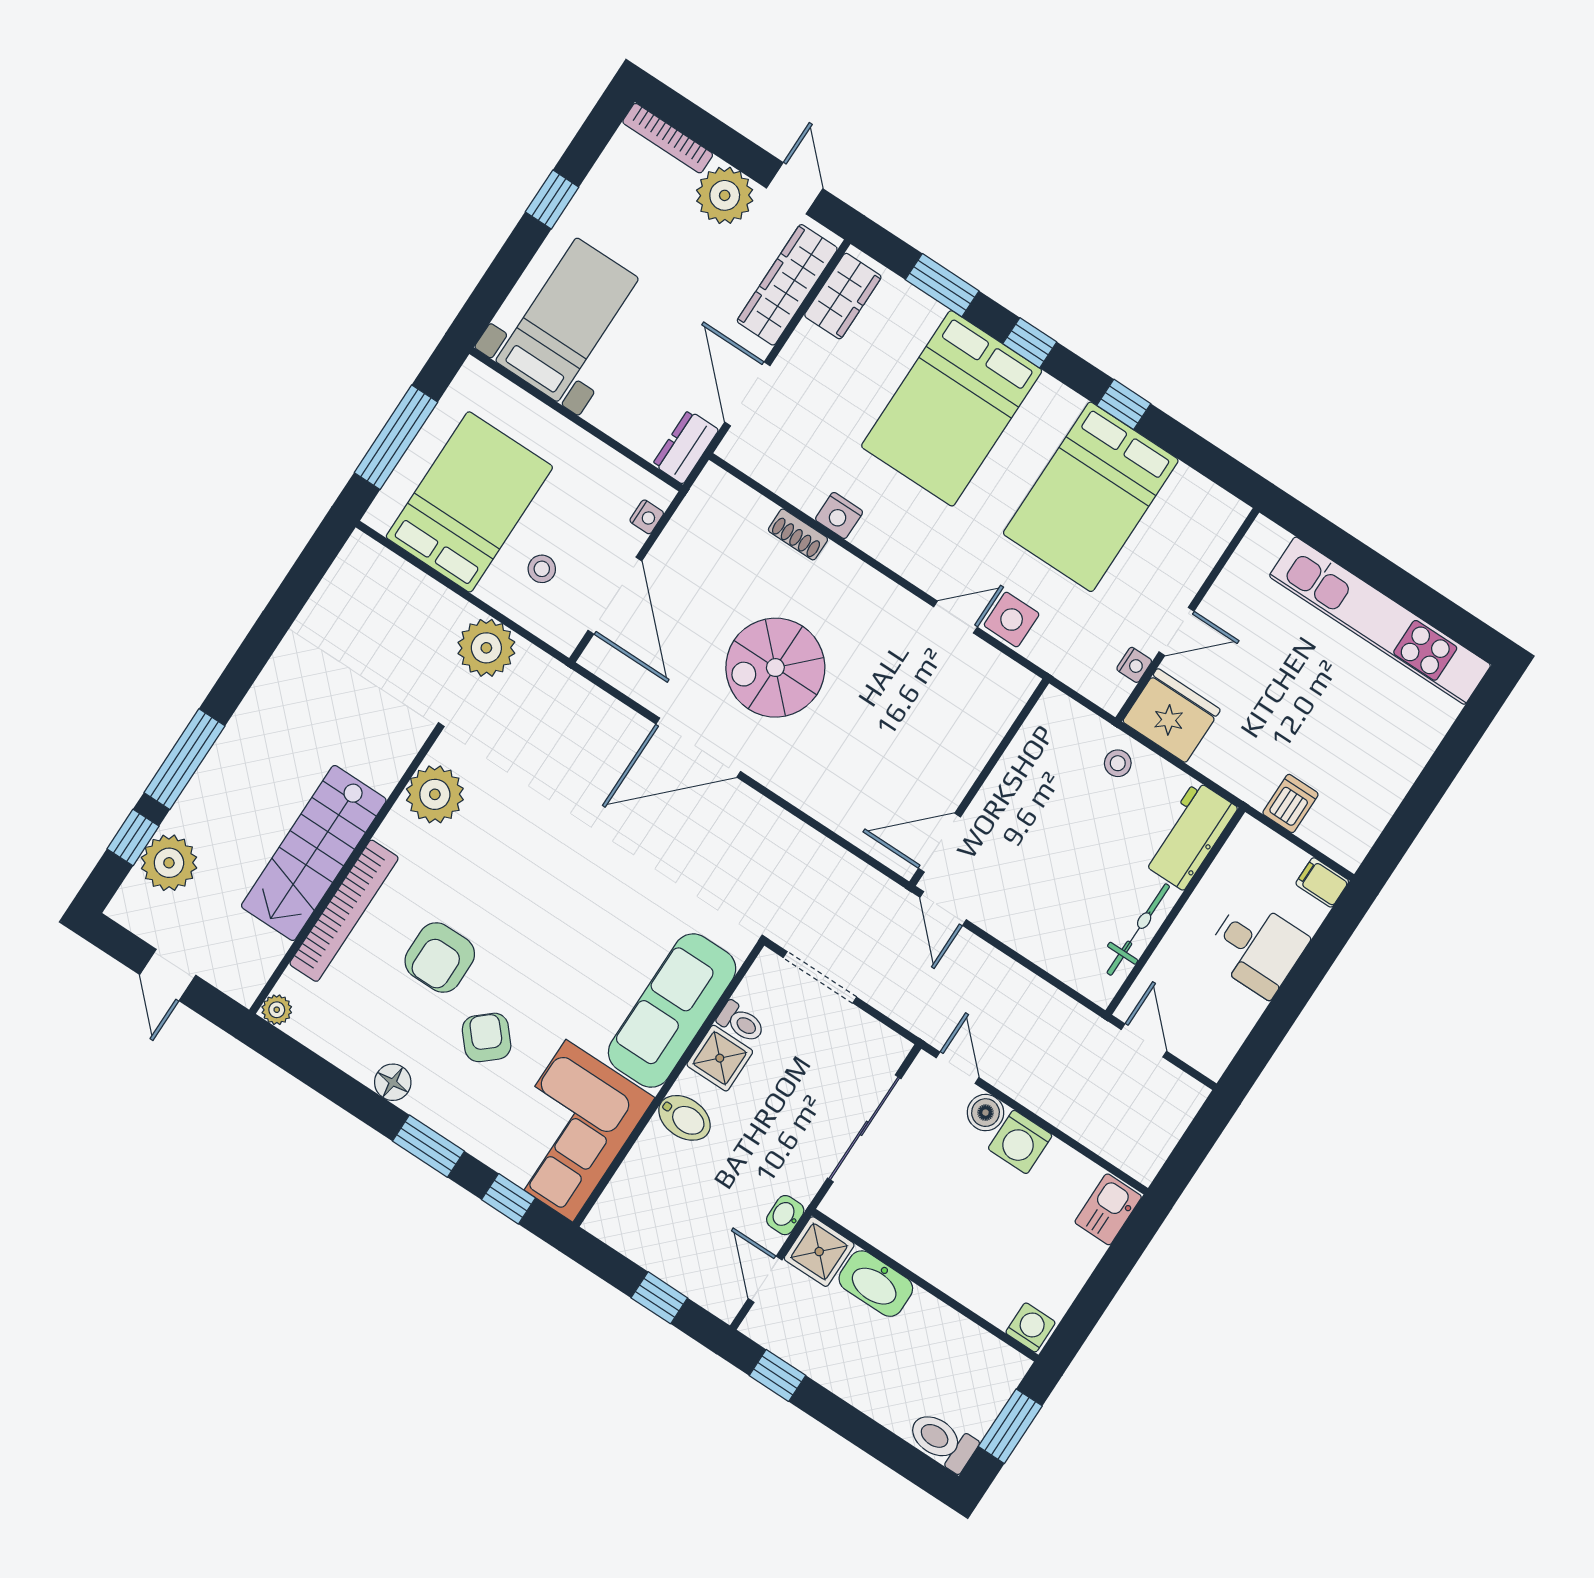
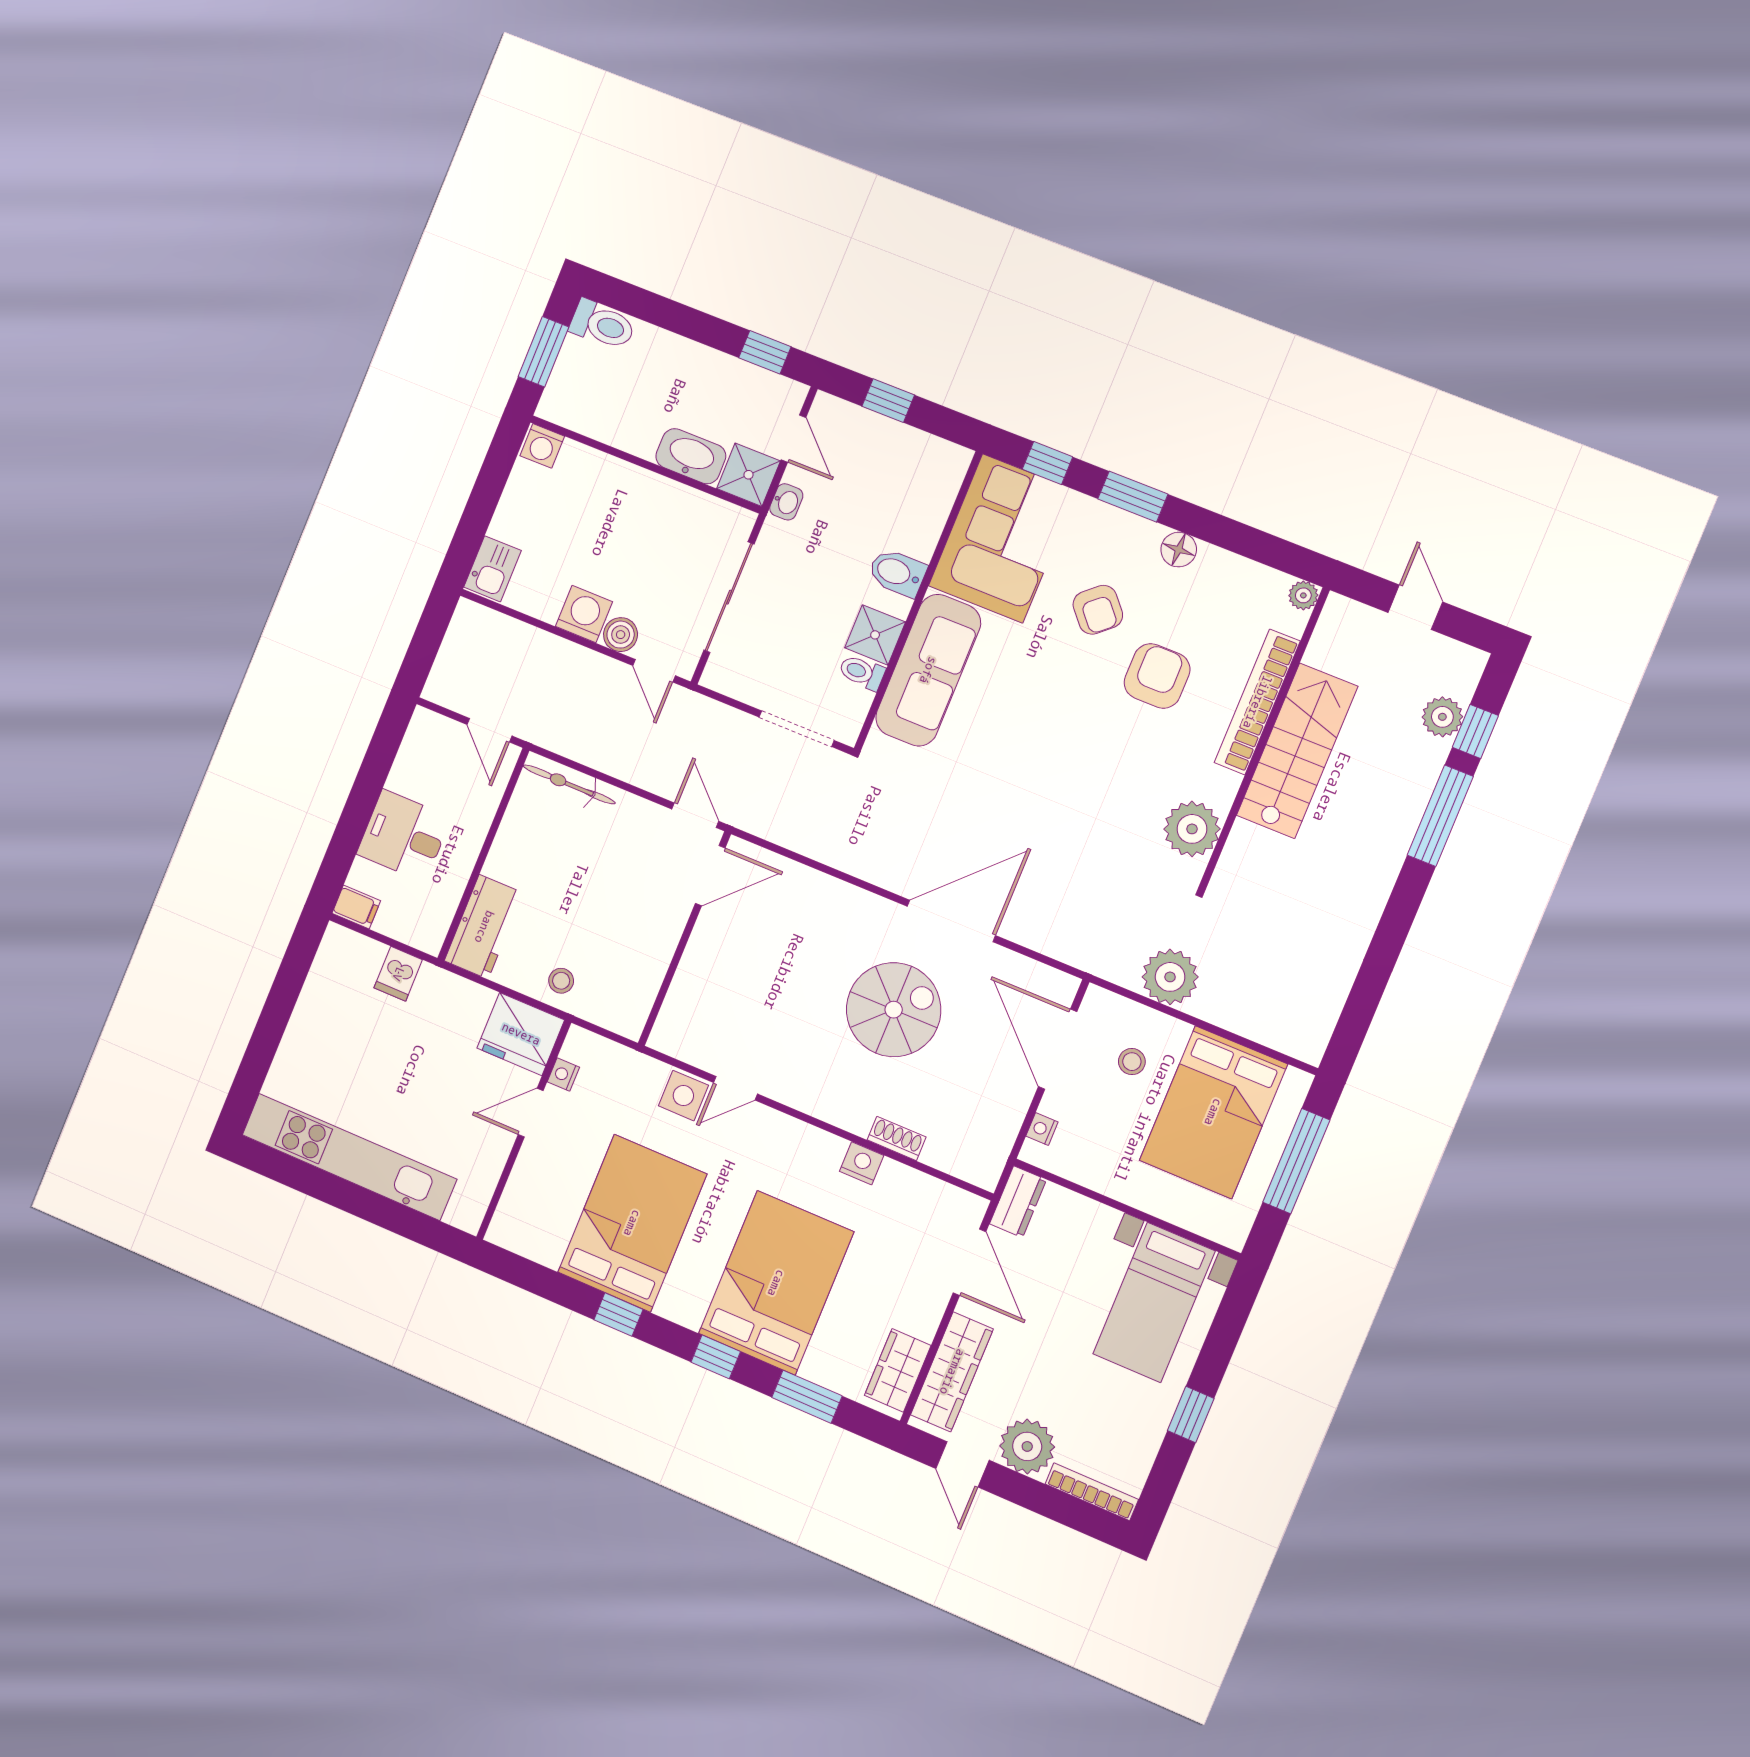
plant: (169, 863) -> (1442, 717), width x0.73, depth x0.73
bicycle: (1138, 930) -> (569, 784), moved, turned 90

